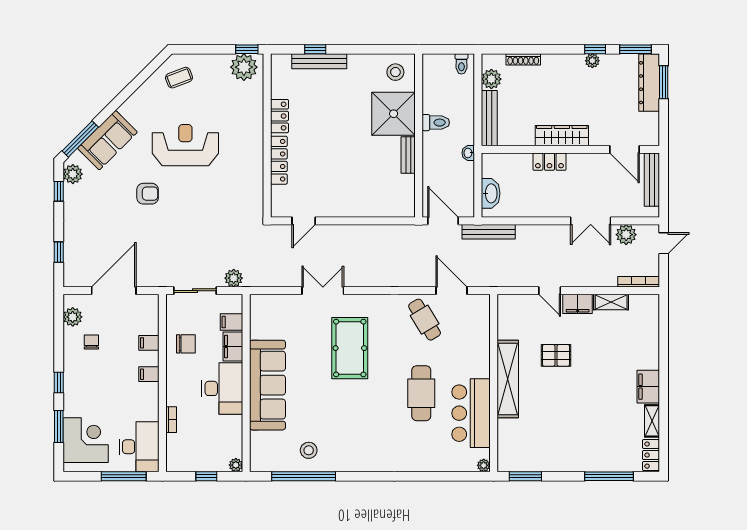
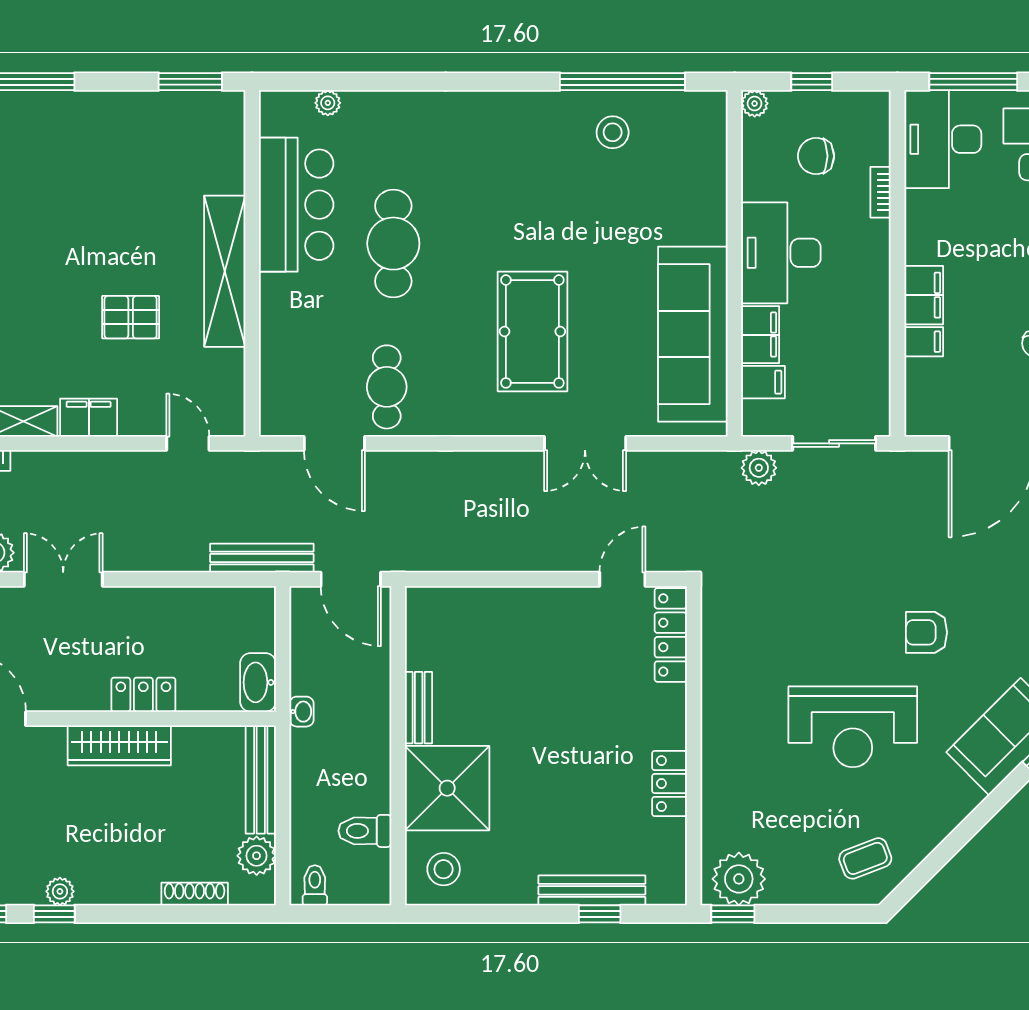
toilet: (436, 123) -> (365, 831), moved
locker: (279, 160) -> (671, 635), moved
washbasin: (491, 193) -> (258, 682), moved
door: (550, 291) -> (188, 443), moved
cafe table: (425, 320) -> (387, 387), turned 31
chair: (186, 344) -> (816, 156), moved
filing cabinet: (149, 374) -> (924, 295), width x2.00
sofa: (267, 385) -> (693, 334), moved
plant: (484, 465) -> (328, 103), moved

